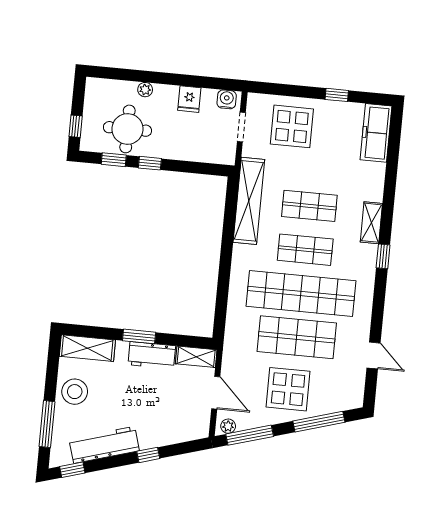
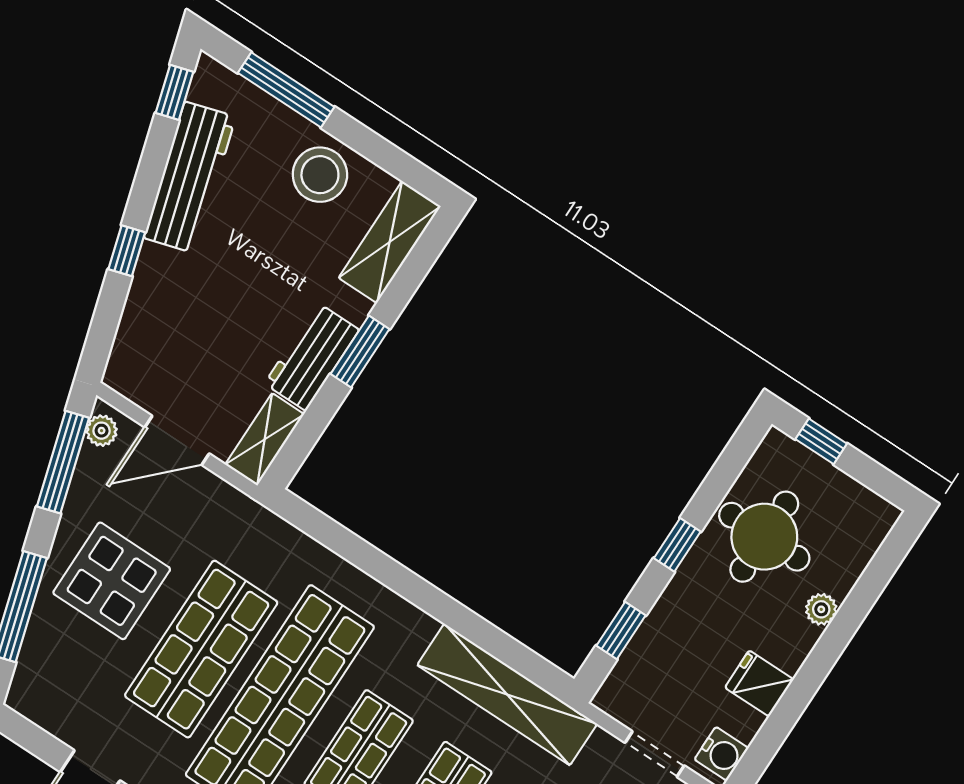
window: (114, 160) -> (621, 630), moved

